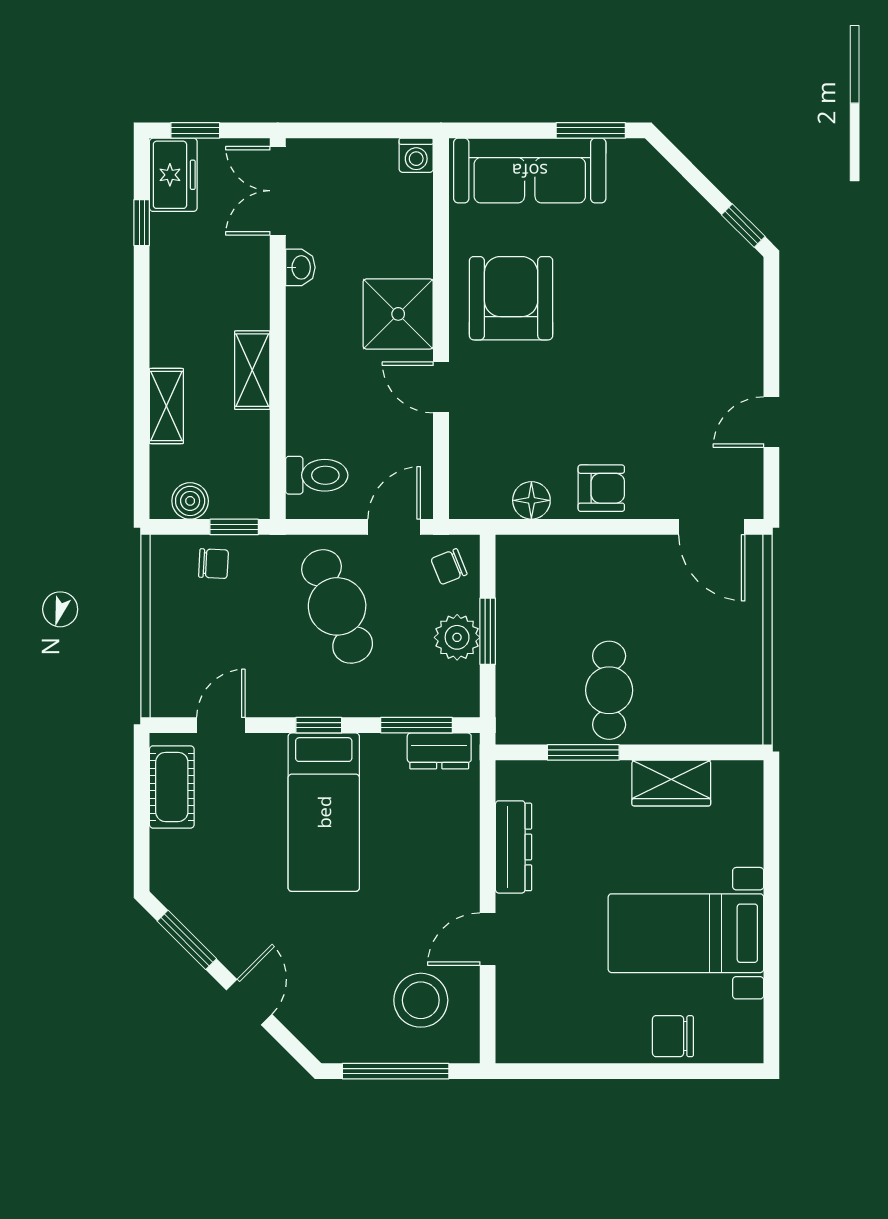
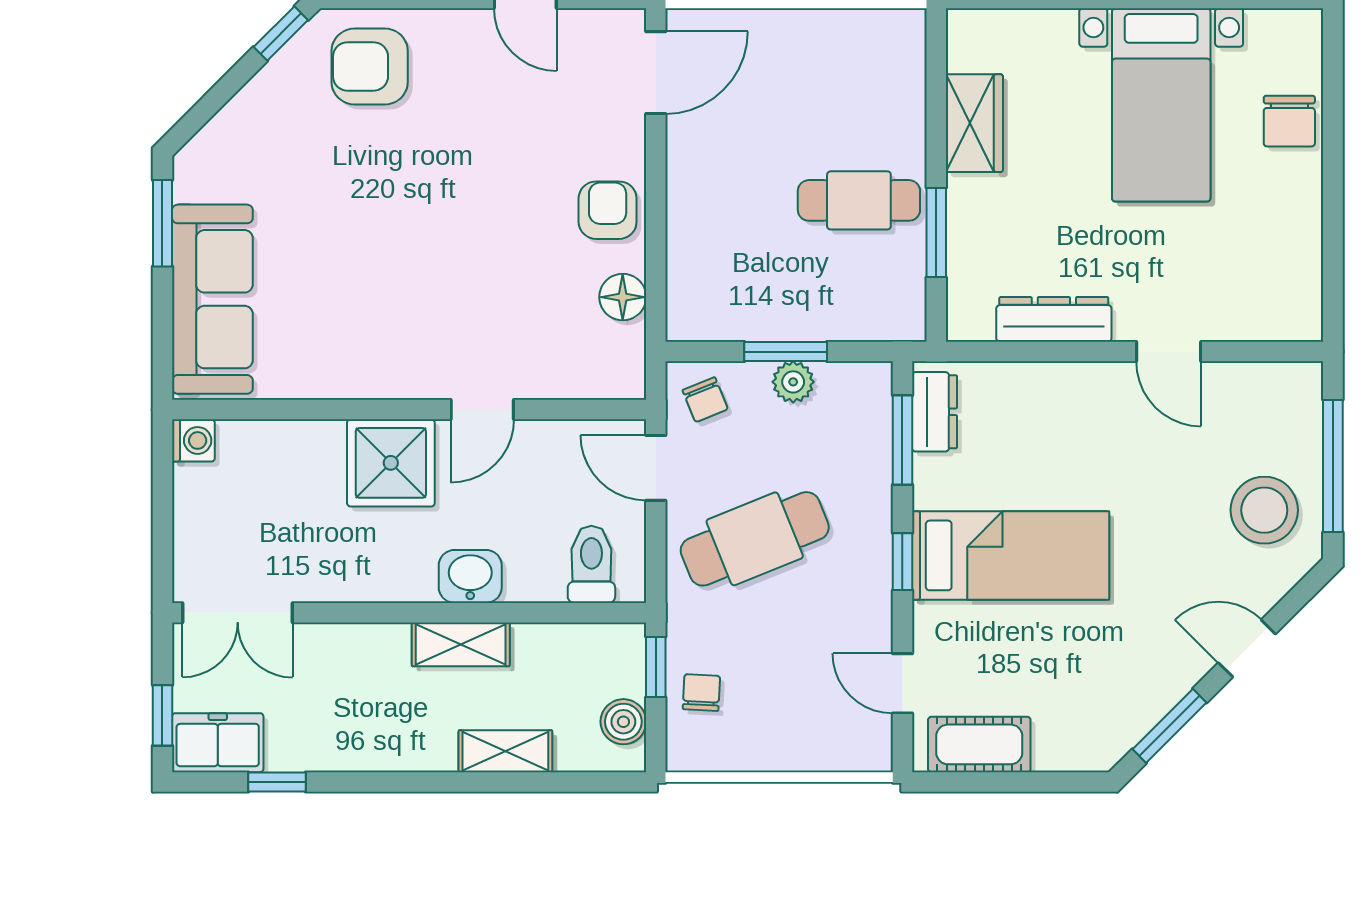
washbasin: (300, 267) -> (470, 576), moved, width x1.38, depth x1.45
armchair: (511, 298) -> (370, 66), moved, width x0.73, depth x0.73
plant: (457, 637) -> (793, 382), width x0.73, depth x0.73
stool: (421, 1000) -> (1264, 510), moved

